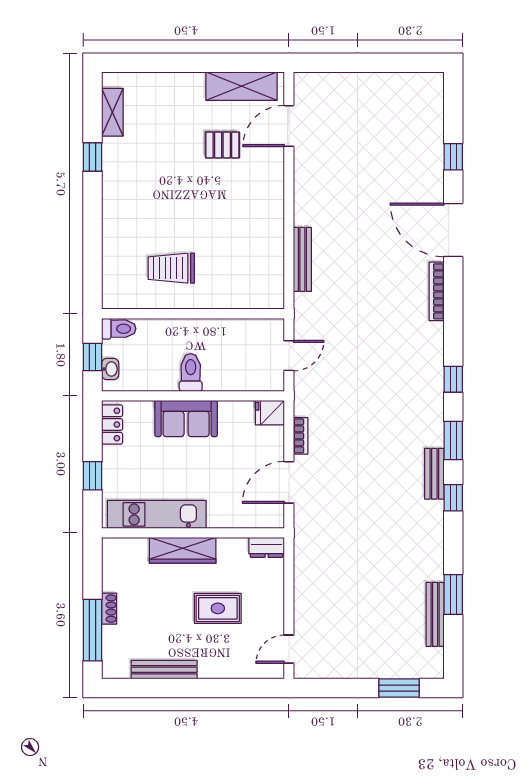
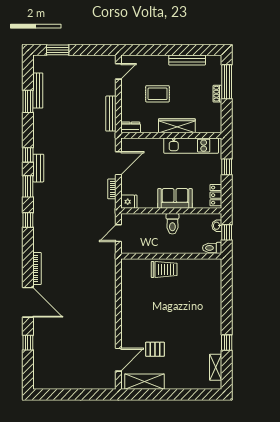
bench: (302, 259) -> (111, 114), moved
trolley: (171, 268) -> (164, 269), moved

